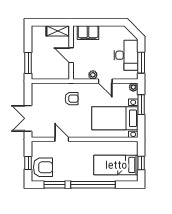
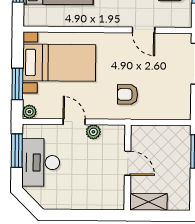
filing cabinet: (88, 33) -> (100, 199), removed

